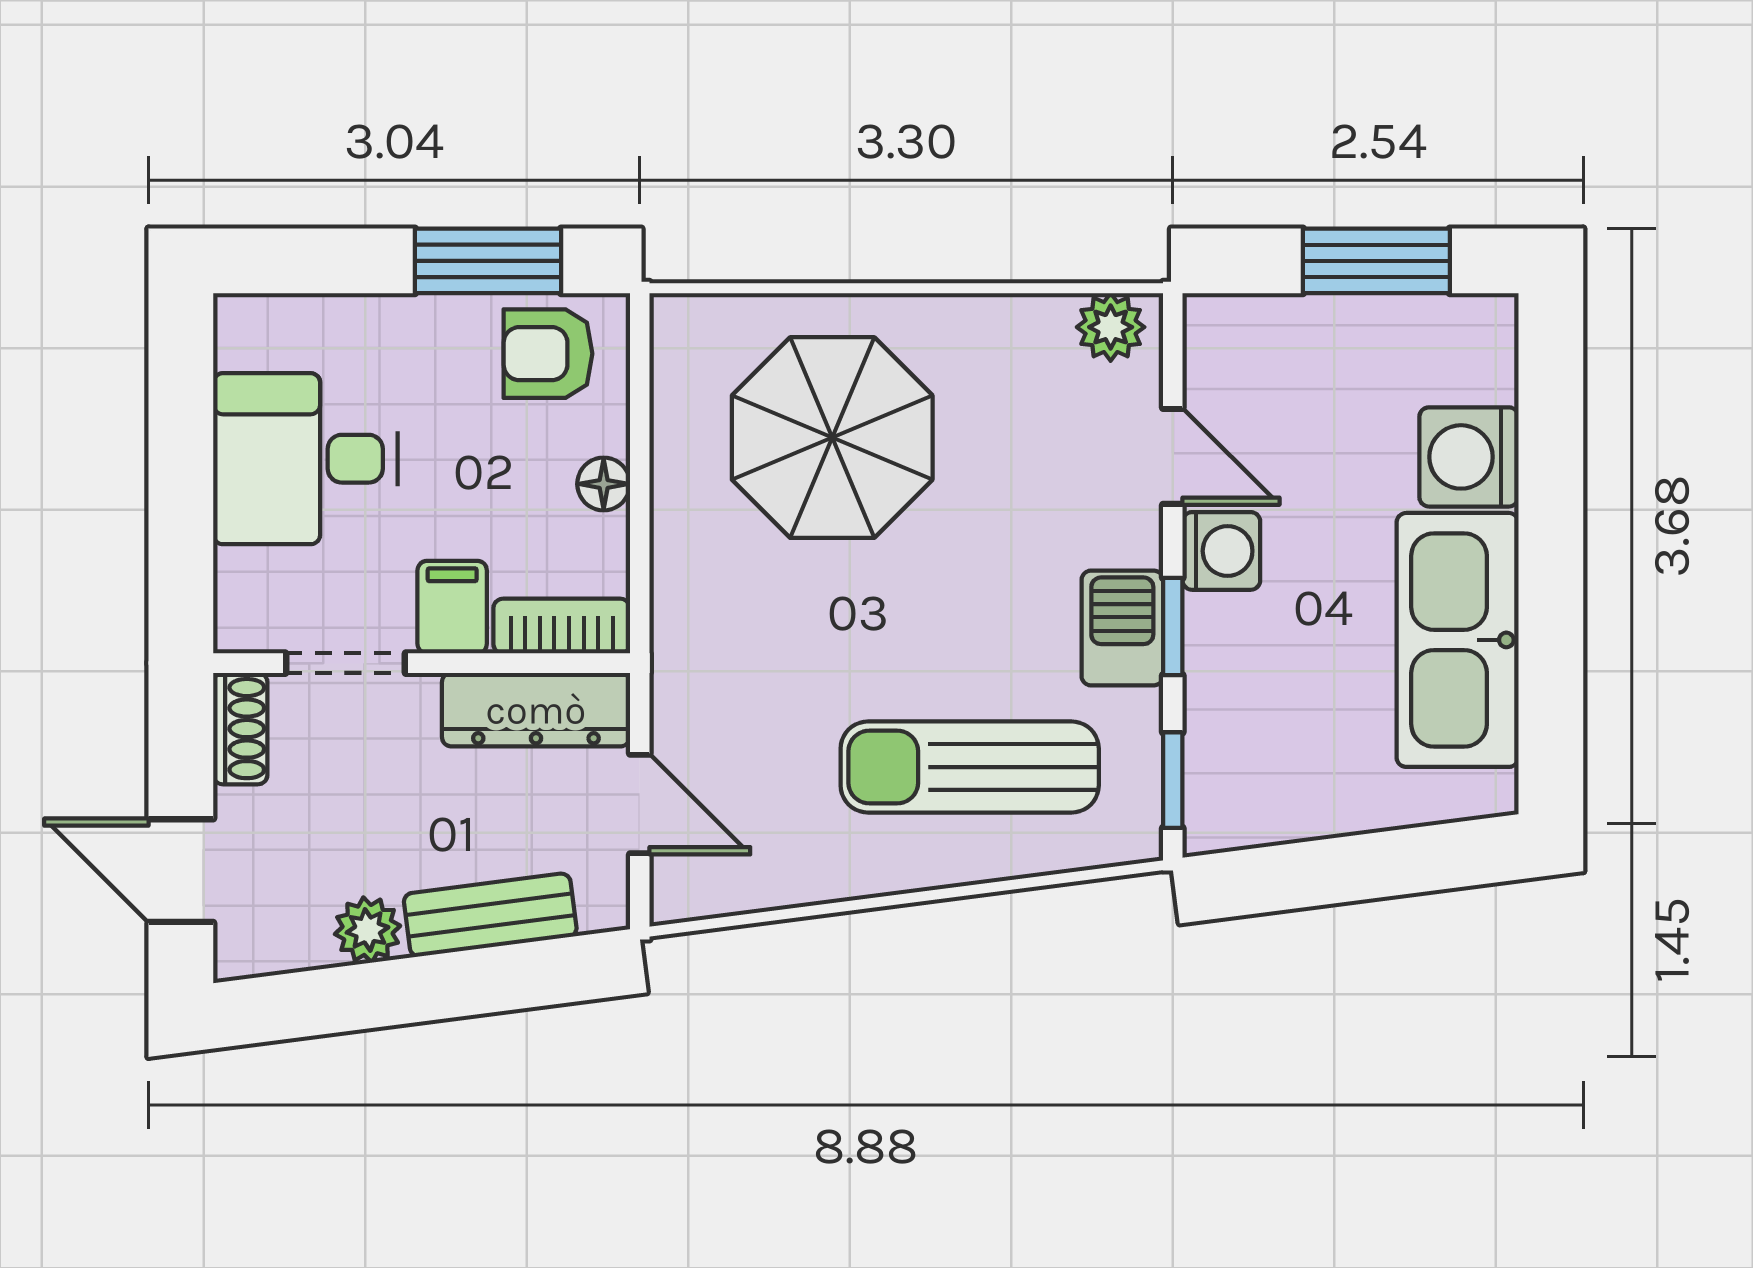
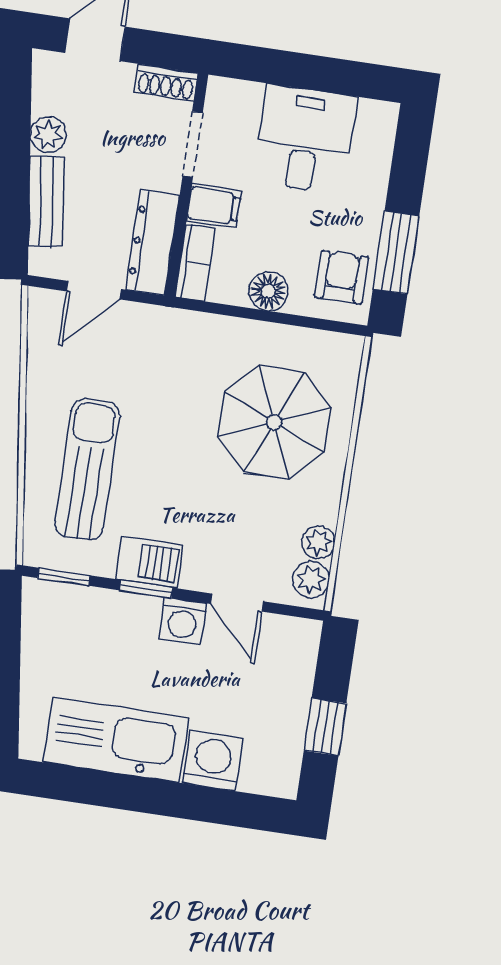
window: (1376, 261) -> (325, 727), width x0.67
plant: (1040, 324) -> (318, 542), added
door: (1173, 456) -> (237, 603), hinge flipped
floor lamp: (604, 484) -> (268, 291), width x1.37, depth x1.37

